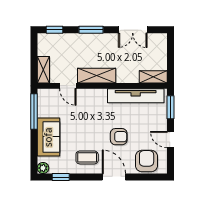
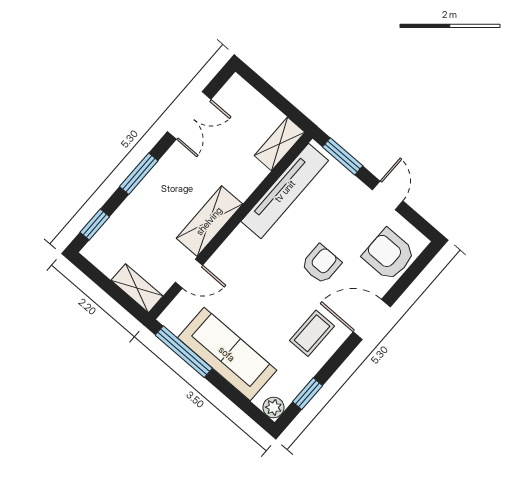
sofa: (48, 137) -> (227, 354), width x1.36
door: (170, 140) -> (388, 195), swing flipped

